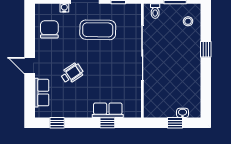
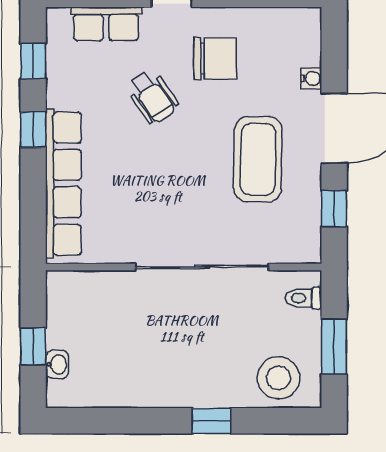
stool: (188, 21) -> (279, 378), width x1.89, depth x1.89
chair: (49, 29) -> (215, 58), moved
row of seats: (108, 110) -> (63, 184), width x2.02
window: (107, 123) -> (33, 130), moved

